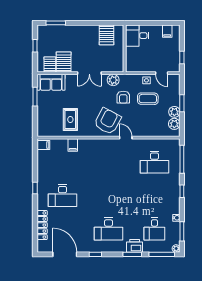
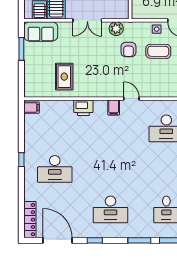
armchair: (108, 121) -> (109, 79), removed
filing cabinet: (73, 145) -> (114, 107), moved
locker: (42, 225) -> (30, 220), moved
printer: (135, 246) -> (83, 108), moved, turned 180

